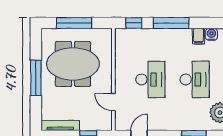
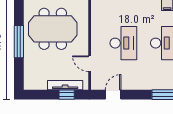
tv unit: (60, 126) -> (65, 85), moved

